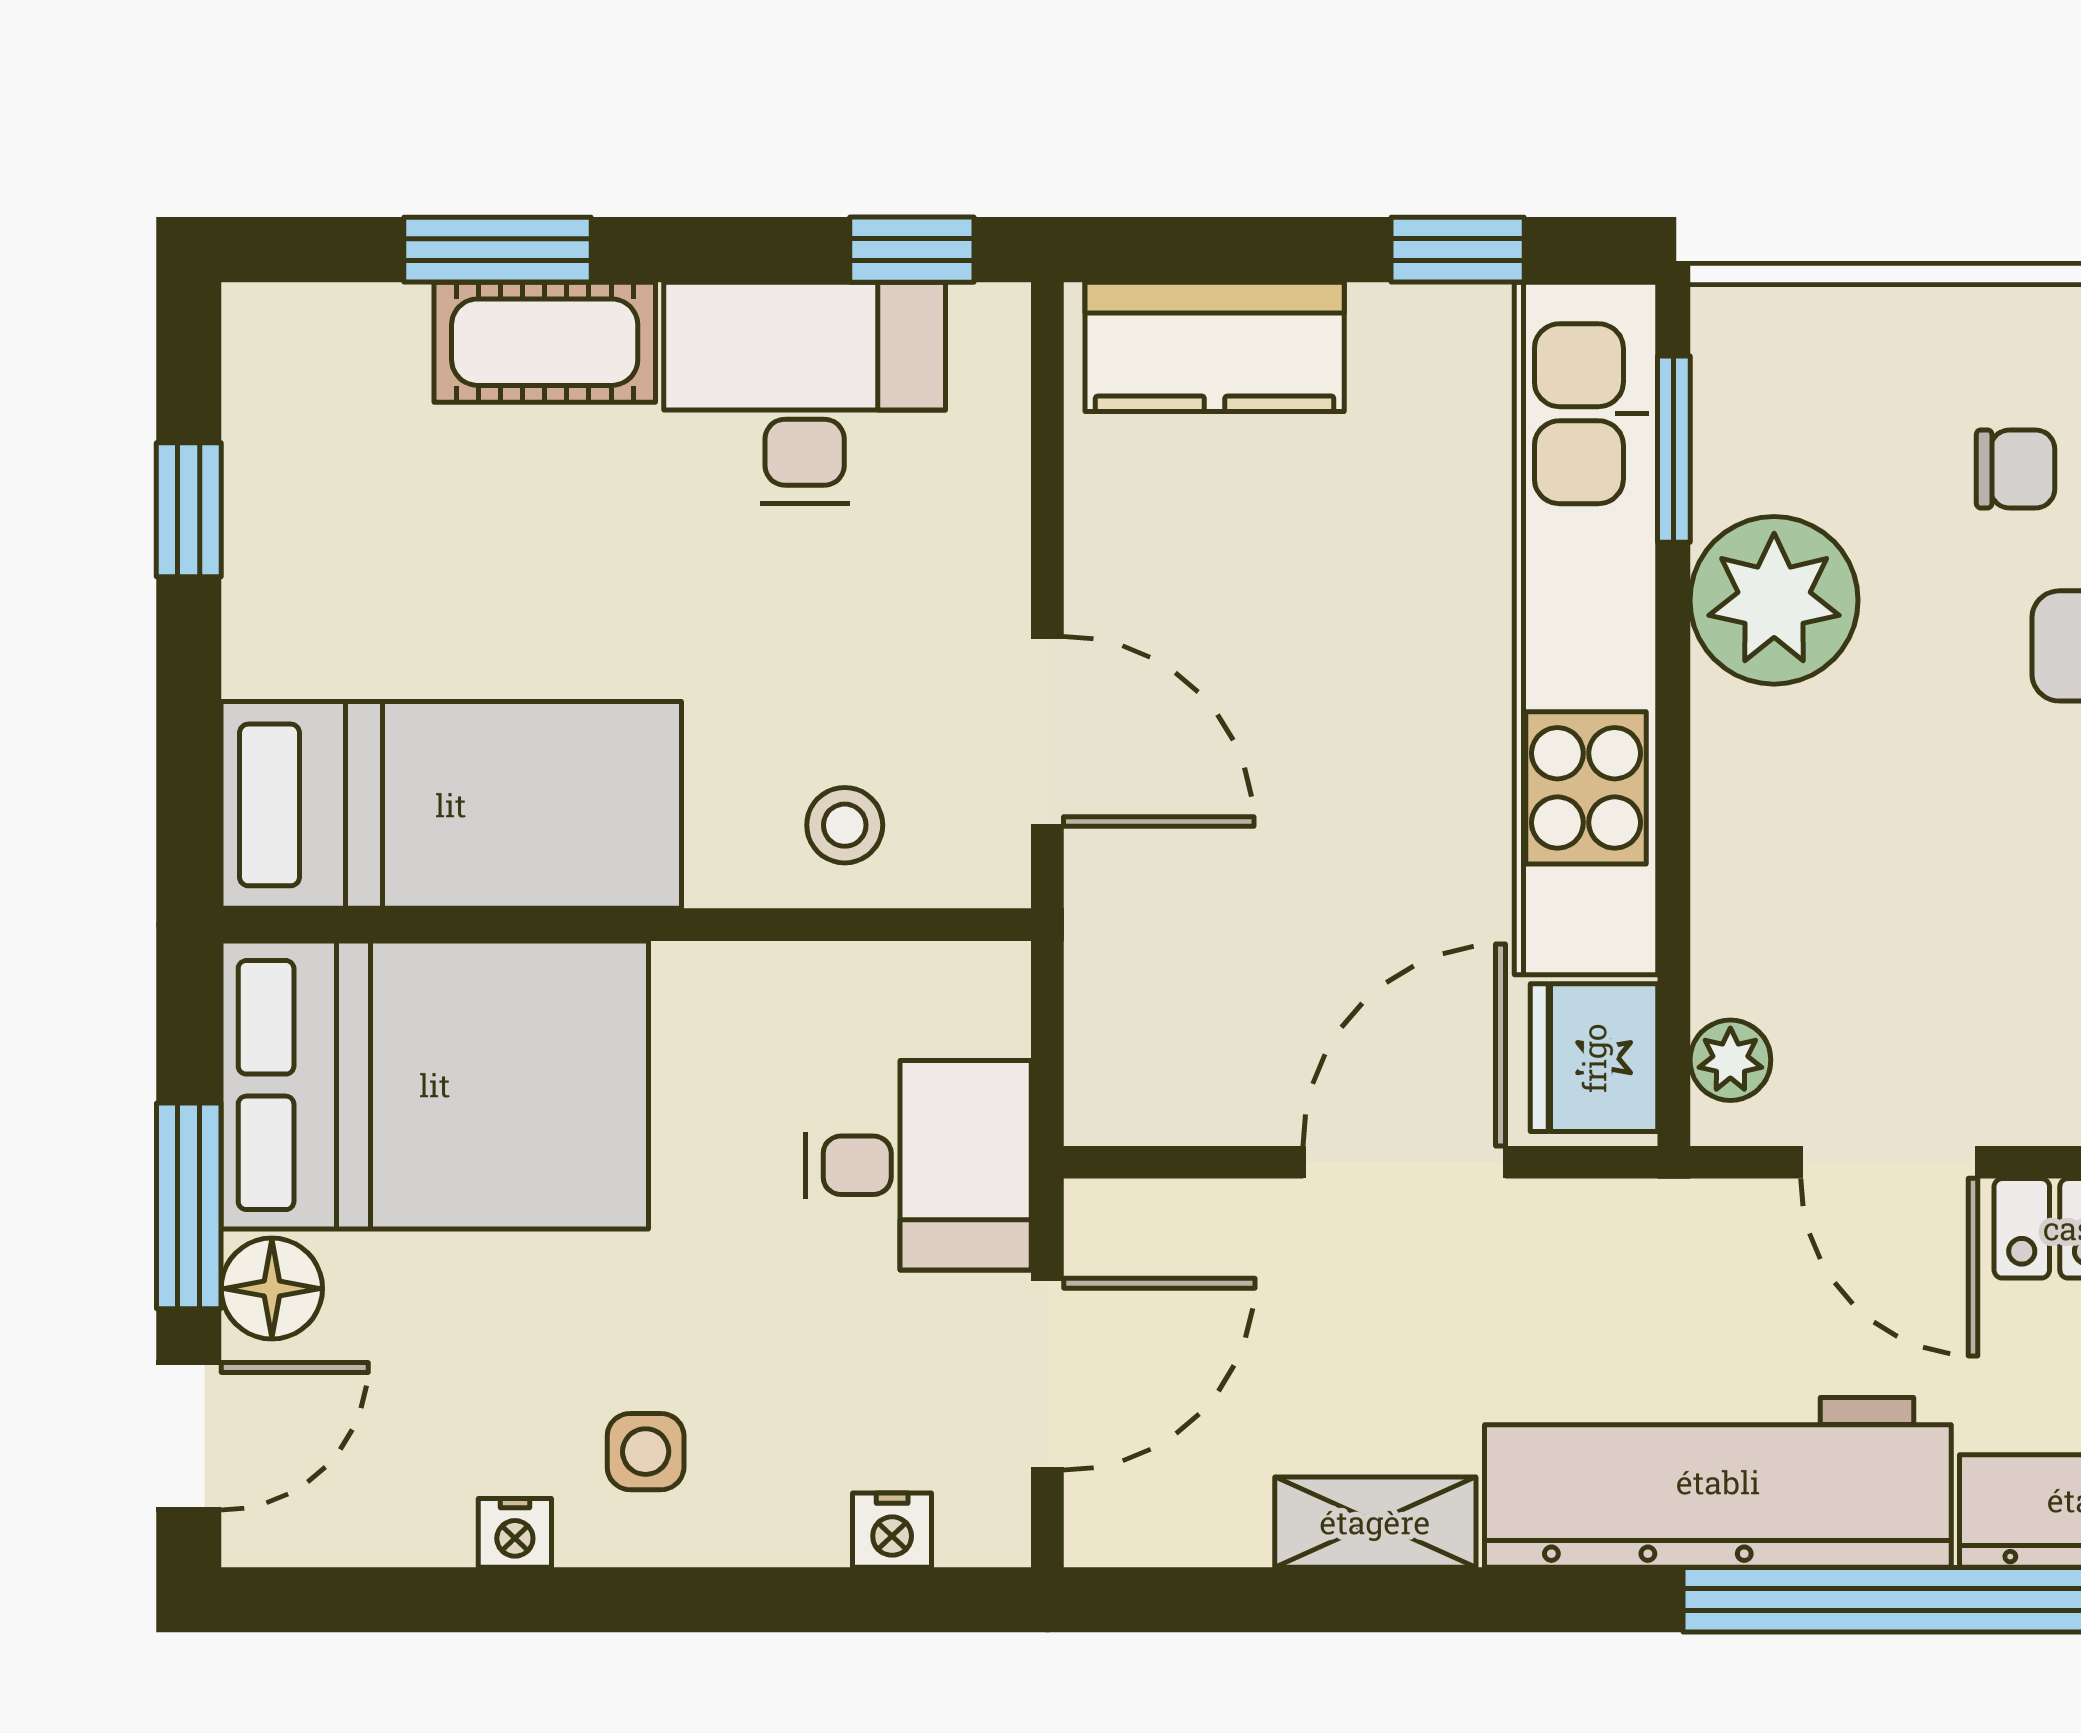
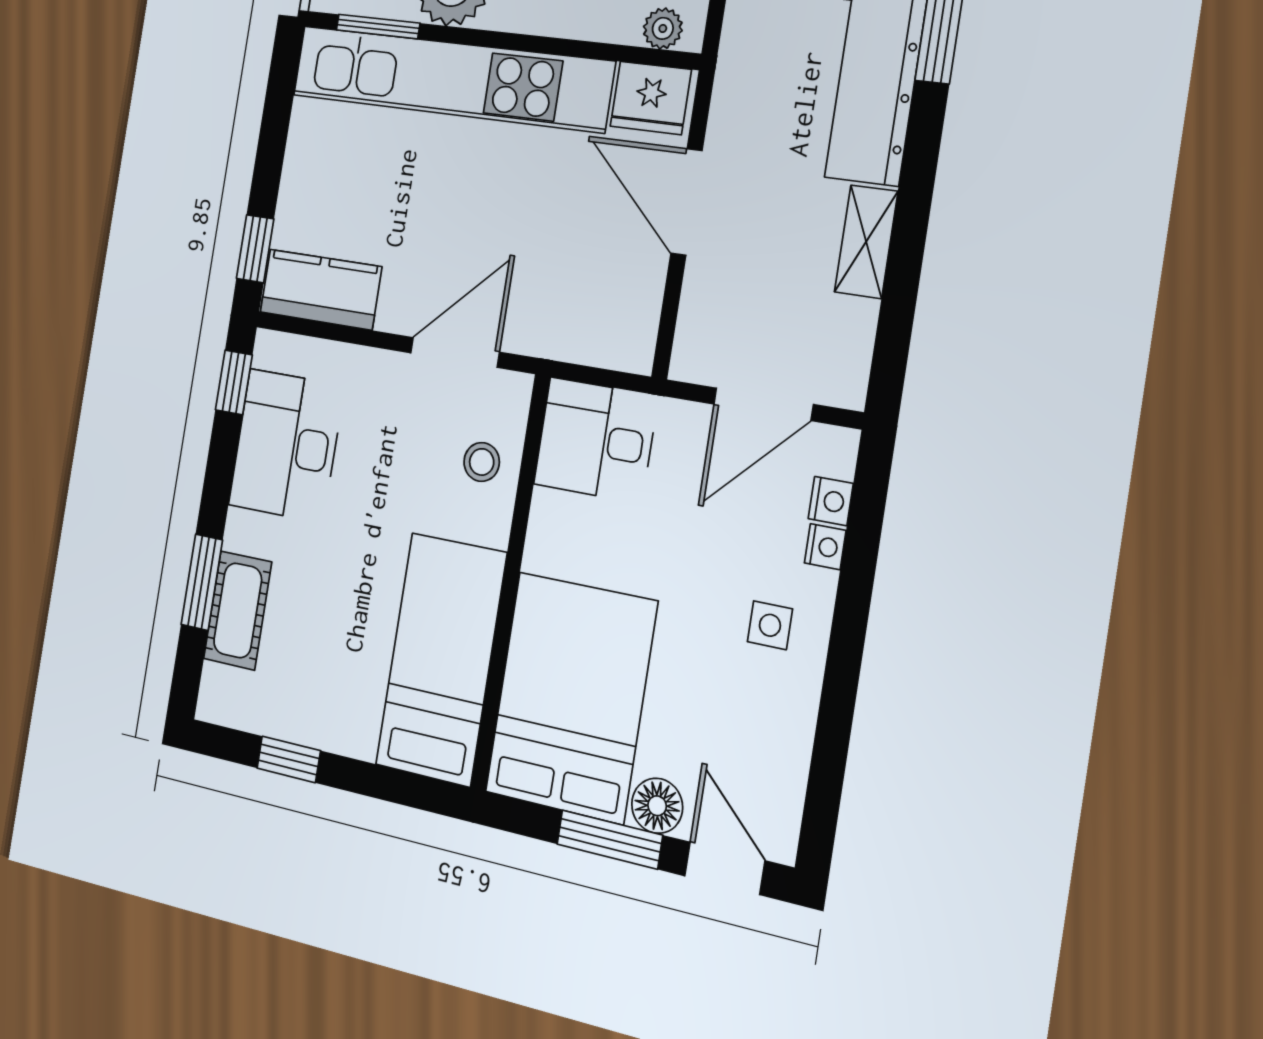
window: (1458, 250) -> (255, 249), moved
cot: (545, 342) -> (238, 610), moved
kitchen counter: (1215, 347) -> (321, 289), moved, turned -90
desk: (918, 1165) -> (596, 440), moved, turned -90
door: (1047, 1374) -> (763, 404), swing flipped
nightstand: (515, 1533) -> (825, 547), moved

